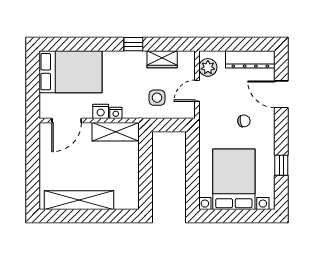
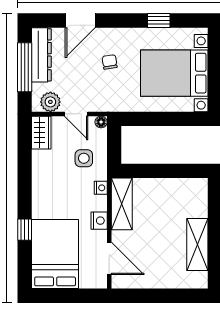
window: (133, 44) -> (25, 230), moved
window: (239, 44) -> (25, 67), added
wardrobe: (162, 59) -> (41, 133), moved
nightstand: (116, 113) -> (101, 188), moved
floor lamp: (190, 113) -> (101, 122), added
shelving: (79, 200) -> (197, 245), width x0.68

